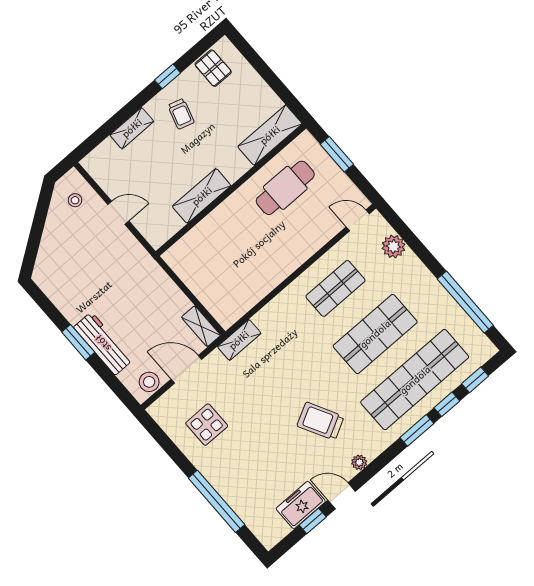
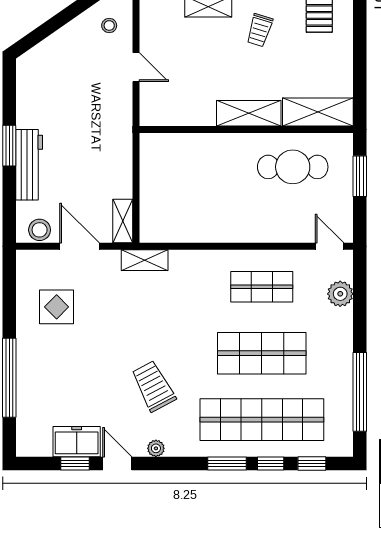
shelving: (202, 196) -> (249, 113), moved

